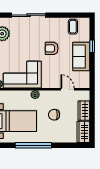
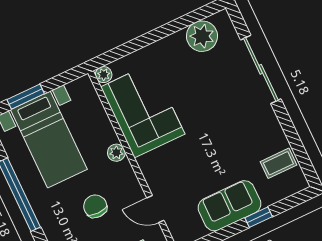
armchair: (52, 48) -> (218, 143), removed
door: (68, 89) -> (155, 209), swing flipped

